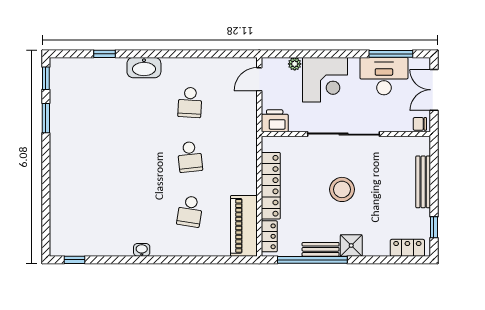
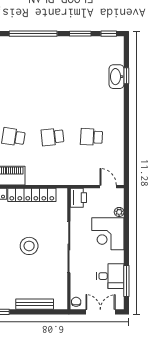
washbasin: (144, 68) -> (116, 77), moved
desk: (384, 76) -> (110, 276), width x0.73
window: (46, 184) -> (33, 34), added

